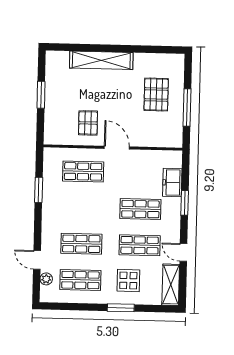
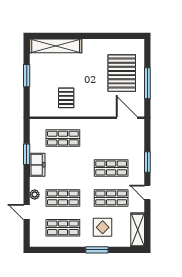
shelving: (101, 60) -> (56, 46), moved
pallet: (156, 94) -> (122, 73), width x1.37, depth x1.41
door: (117, 148) -> (127, 118), moved
freezer: (172, 183) -> (37, 165), moved, turned 180
door: (183, 252) -> (147, 193), moved
plant: (46, 279) -> (35, 195), moved

